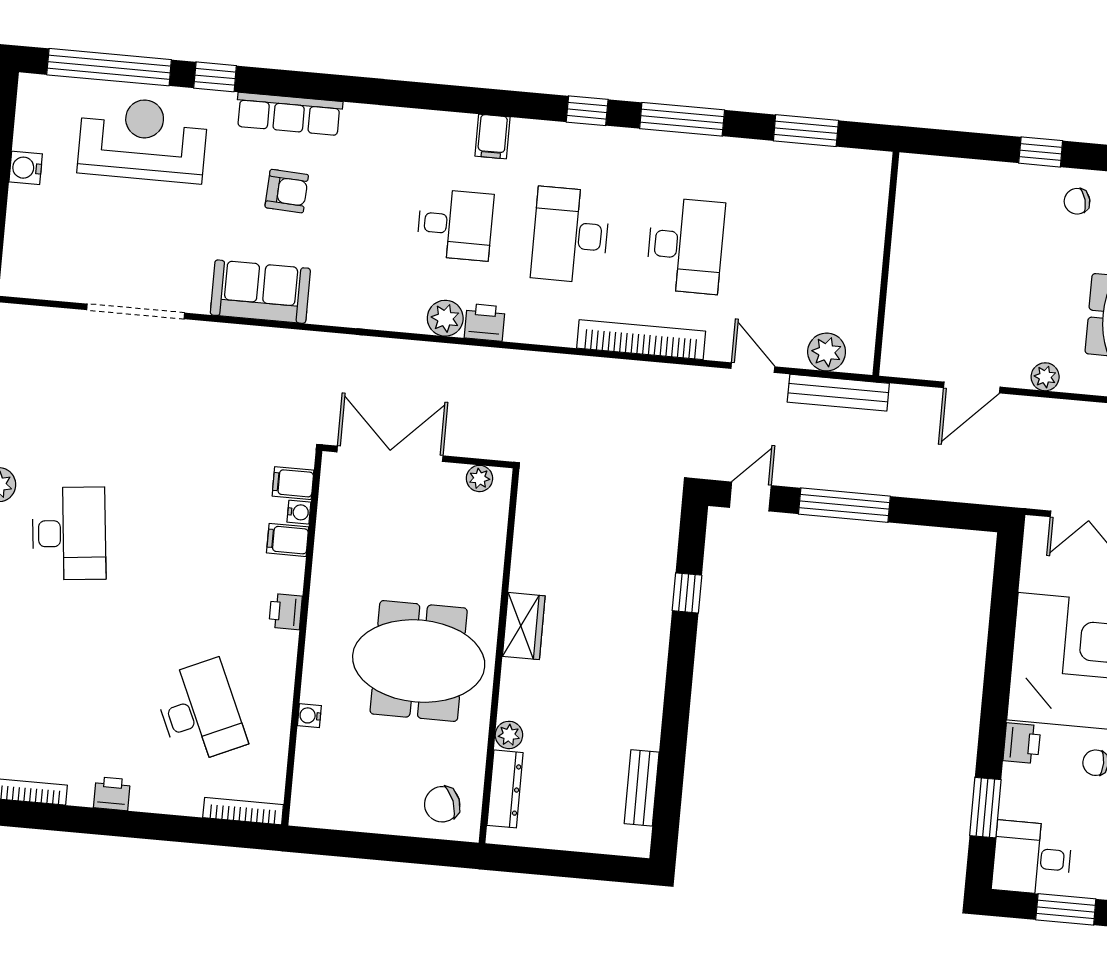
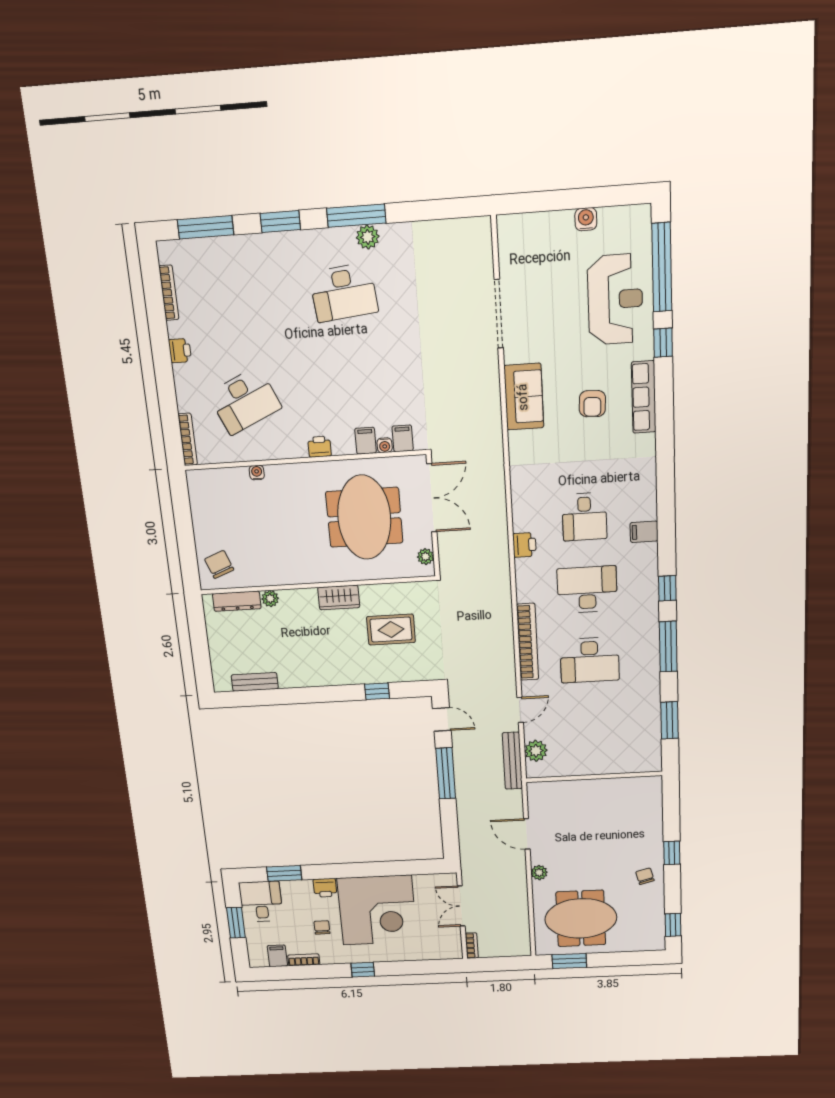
plant: (445, 318) -> (524, 520), removed
rug: (588, 553) -> (391, 630), added
meeting table: (419, 661) -> (364, 517), moved

